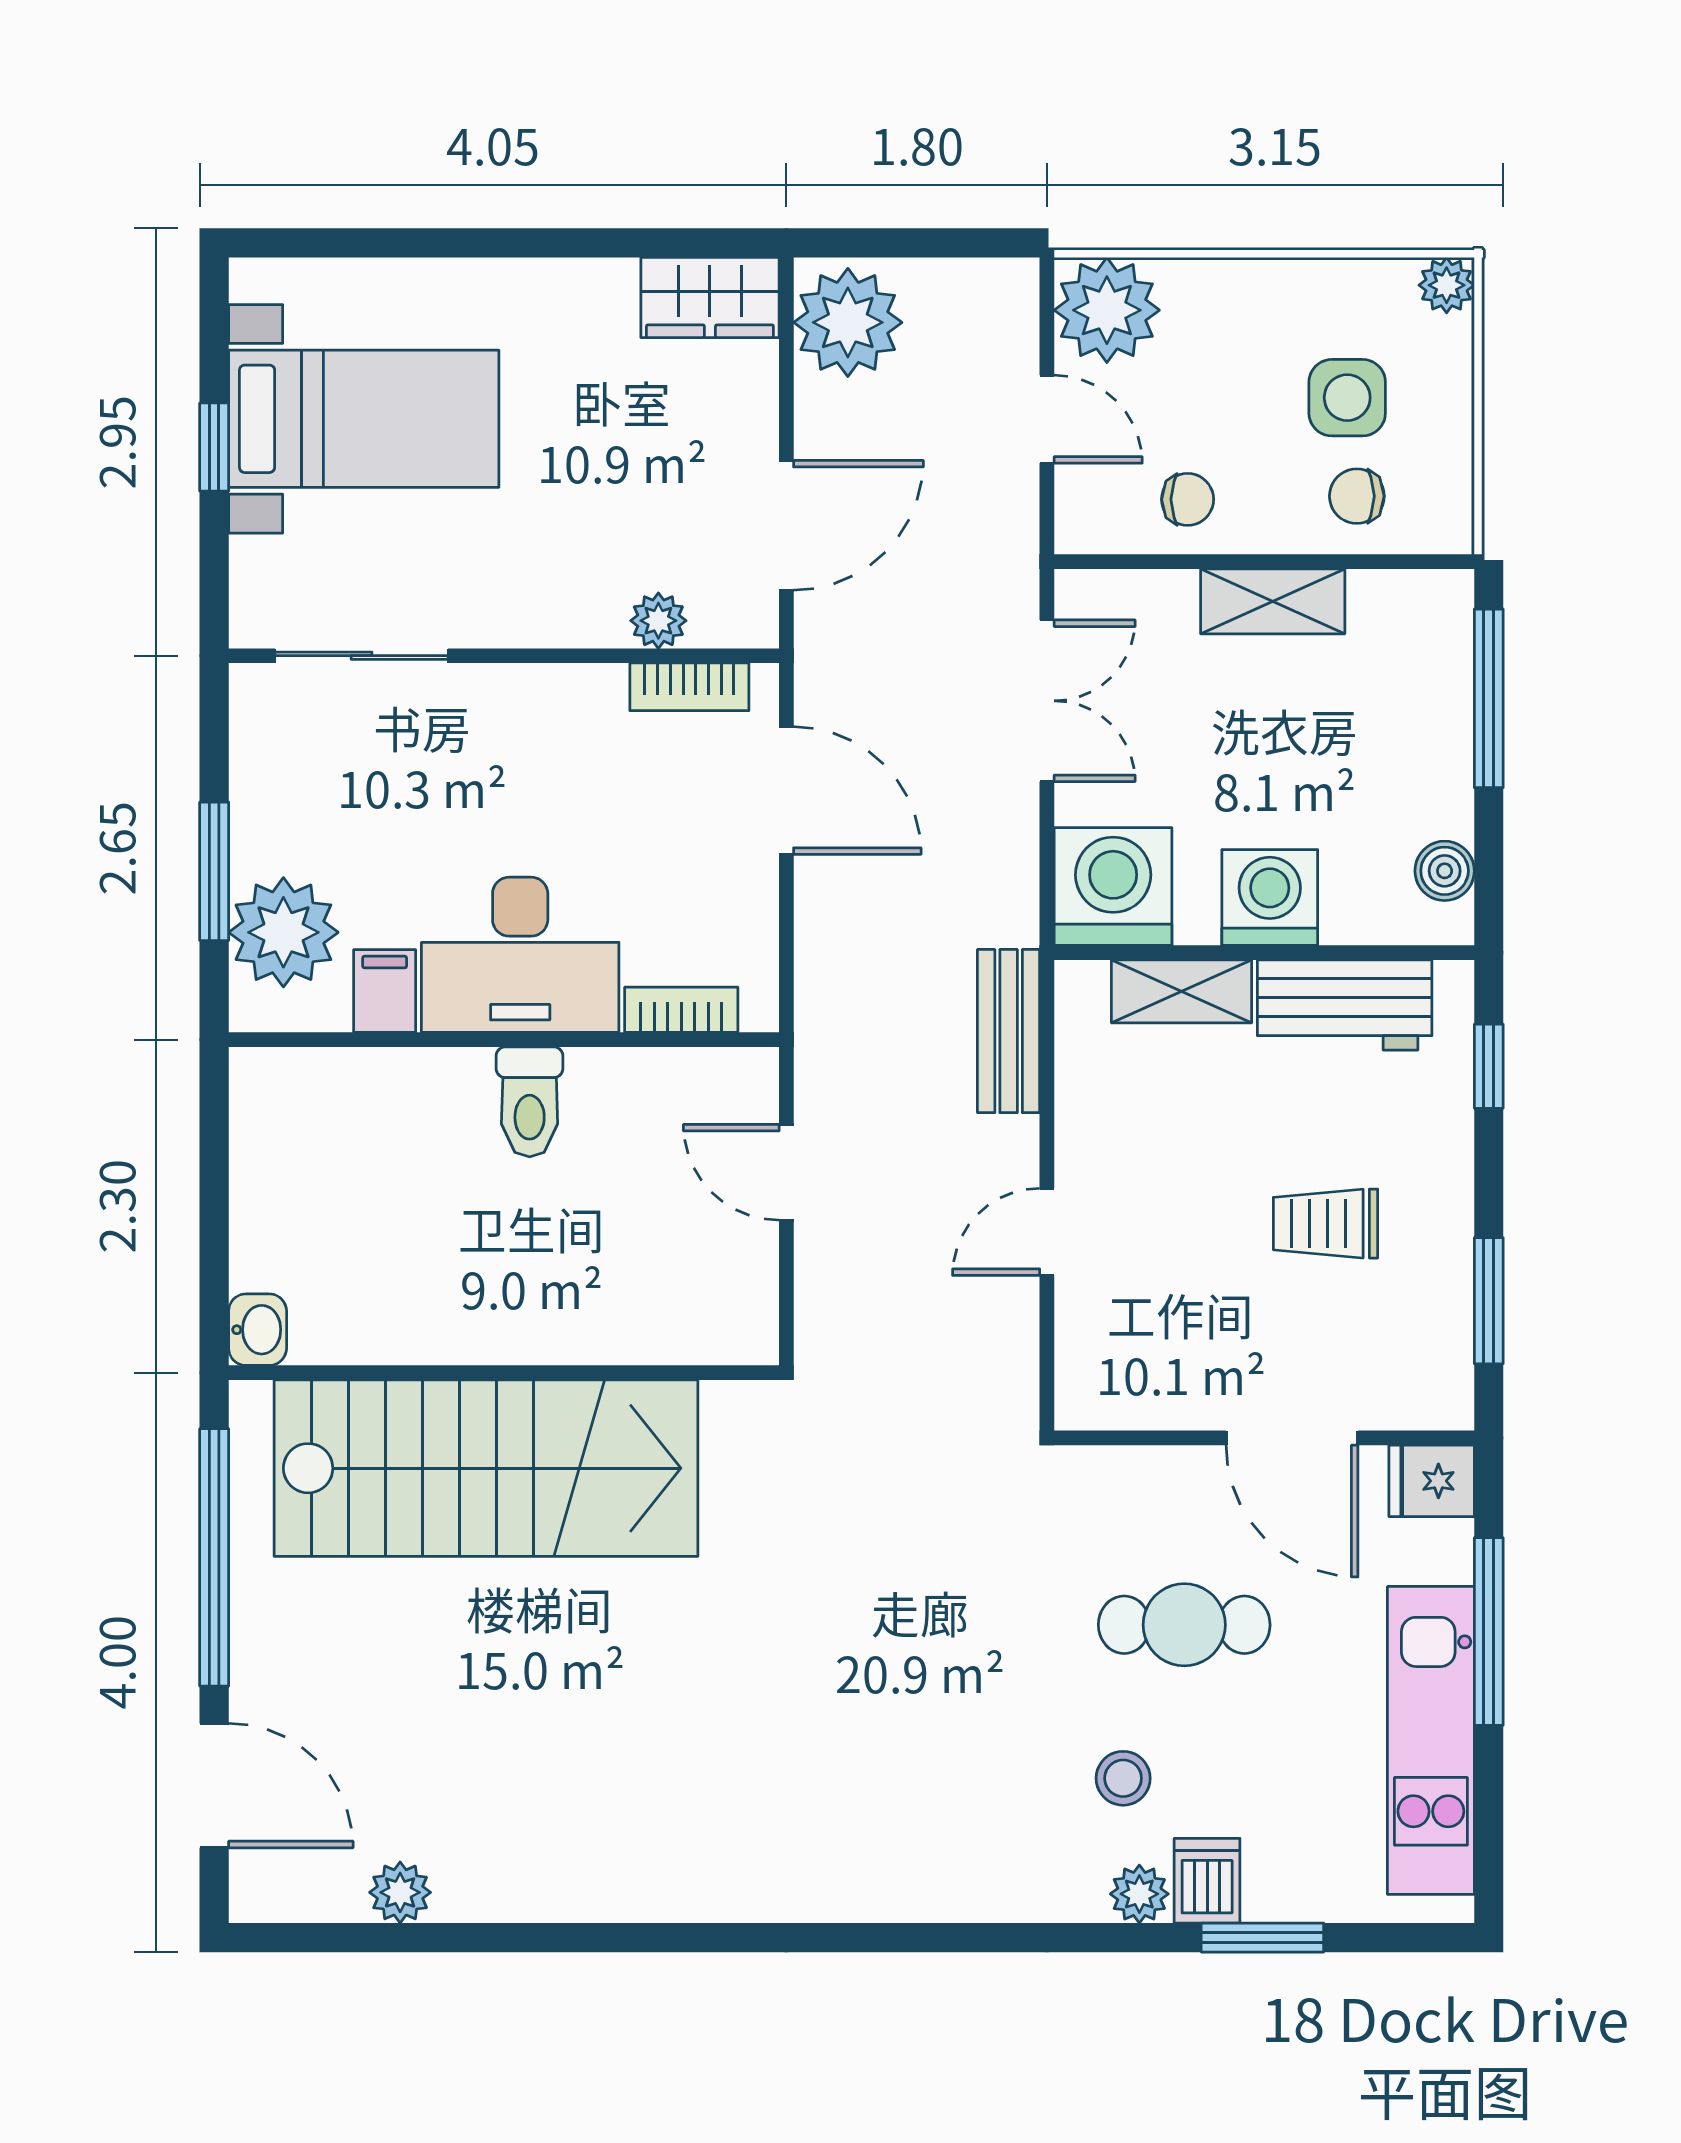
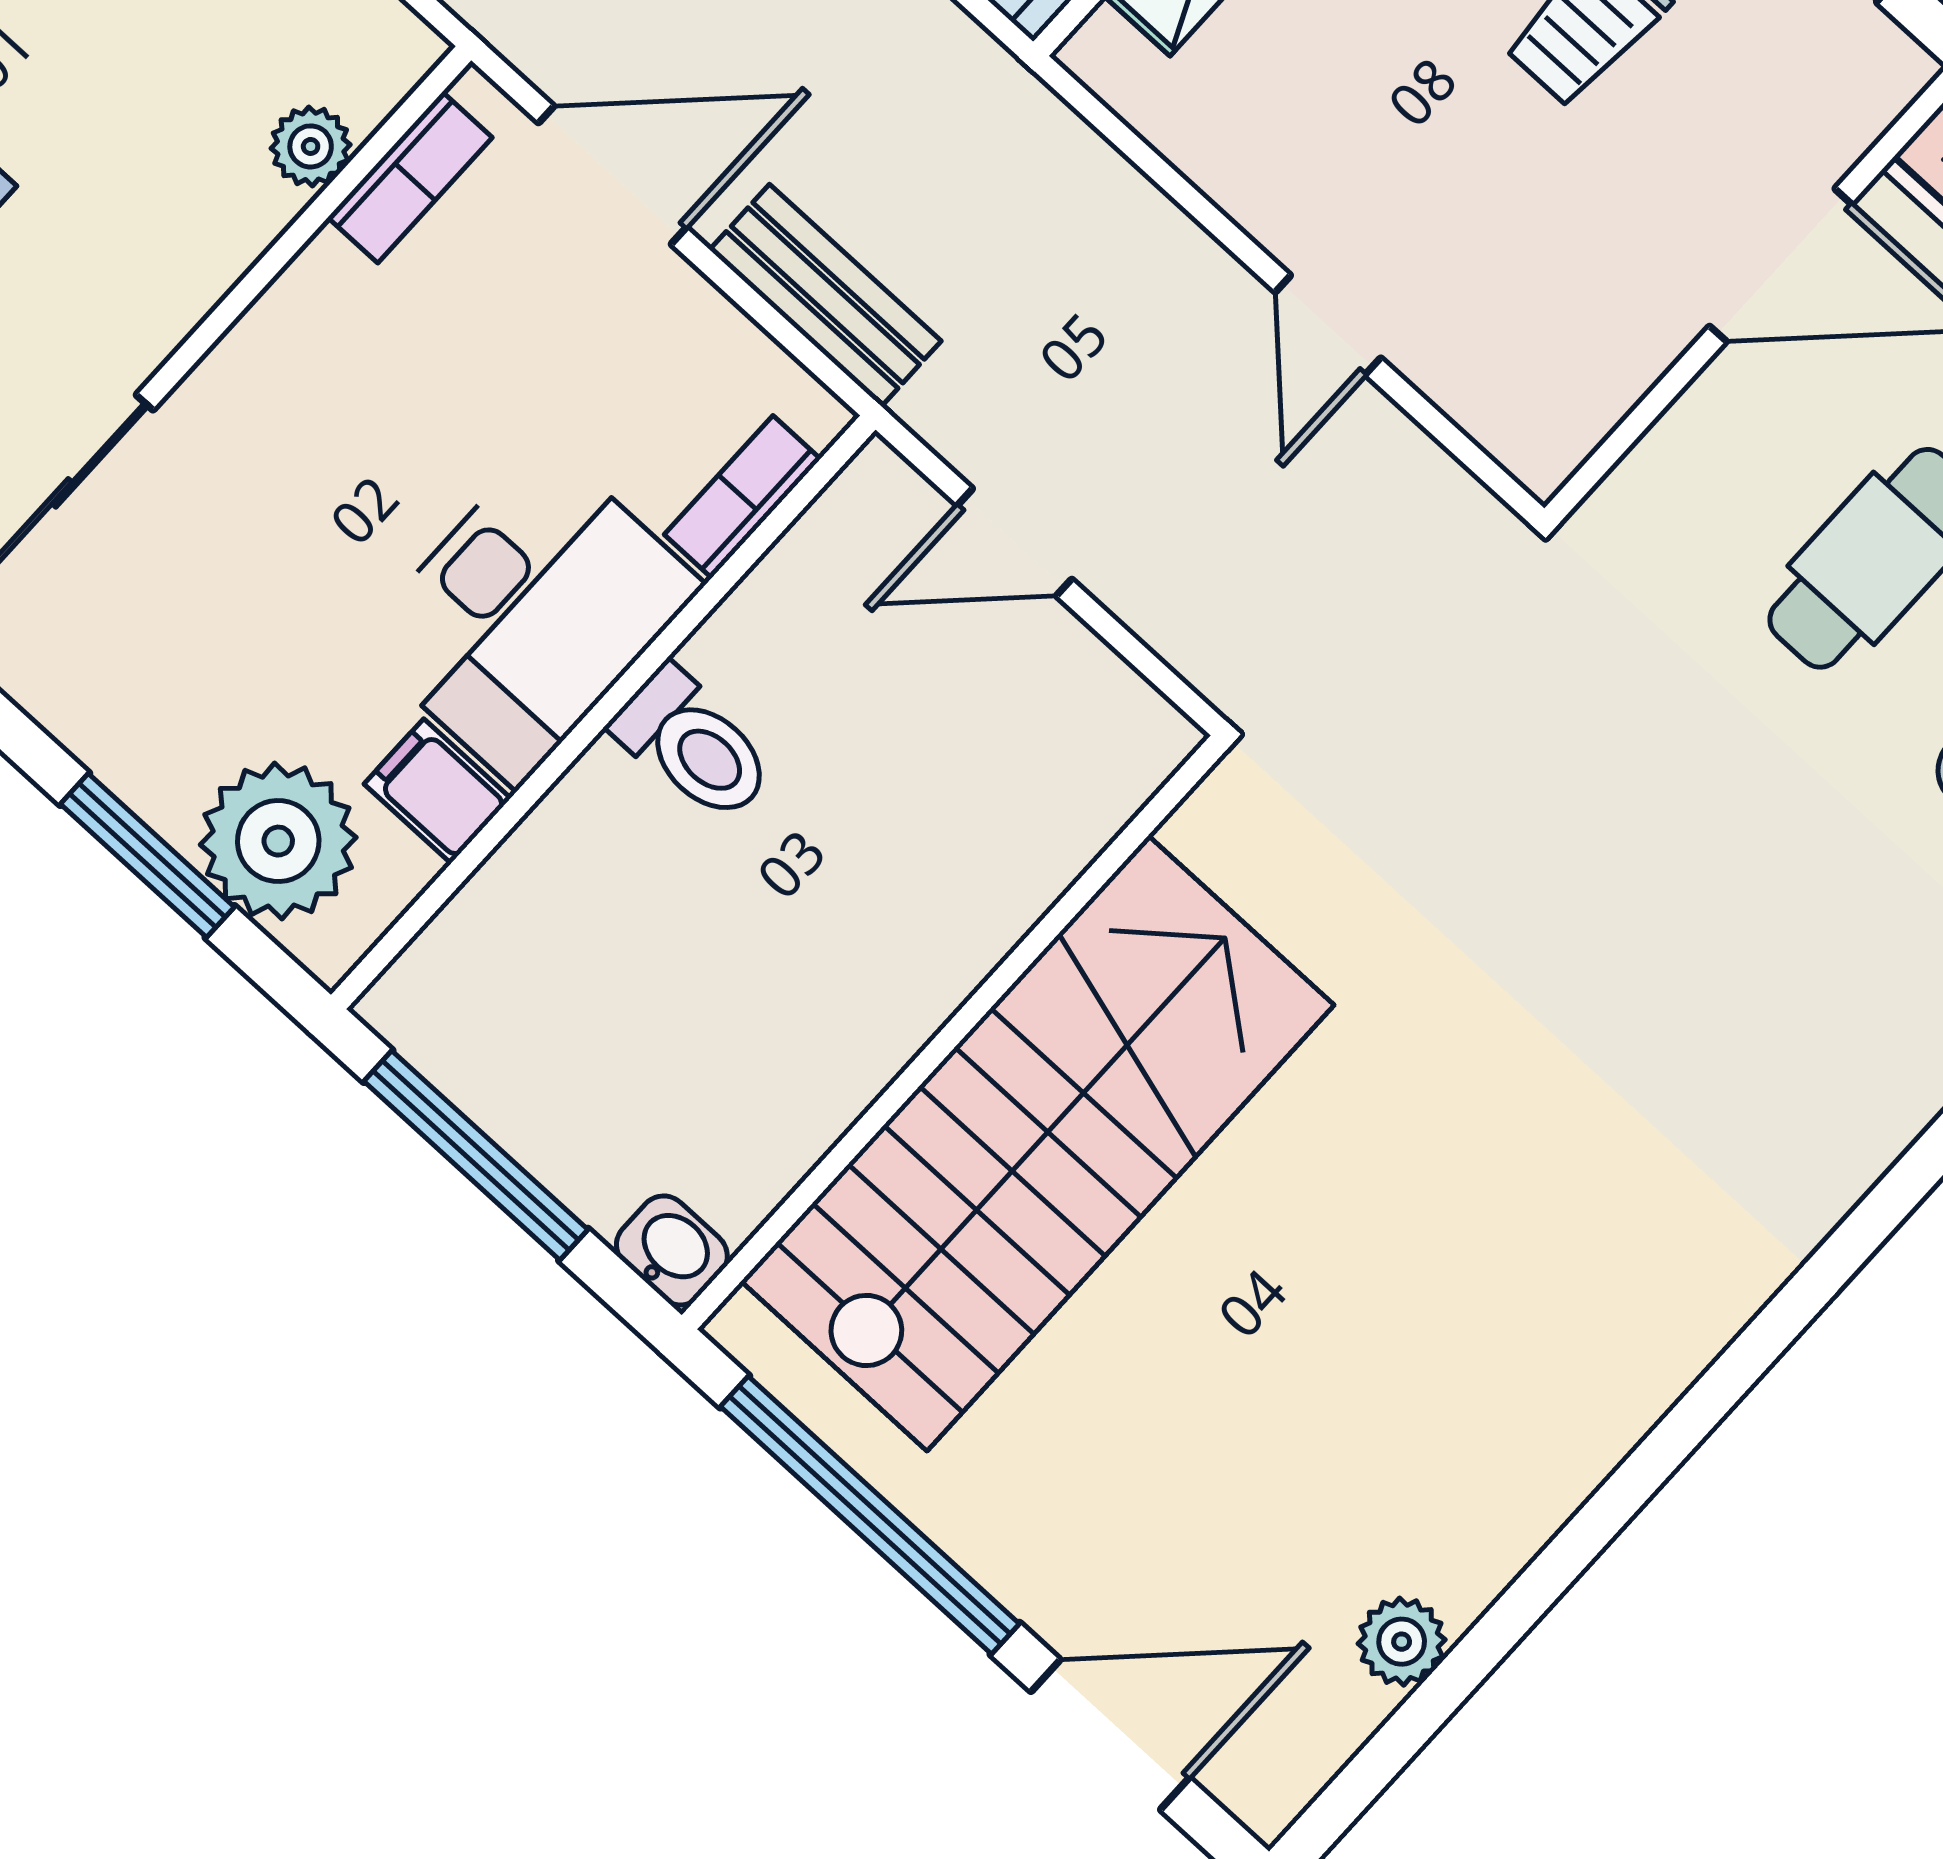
bench: (1009, 1031) -> (825, 295), moved
window: (214, 1183) -> (476, 1155), added

